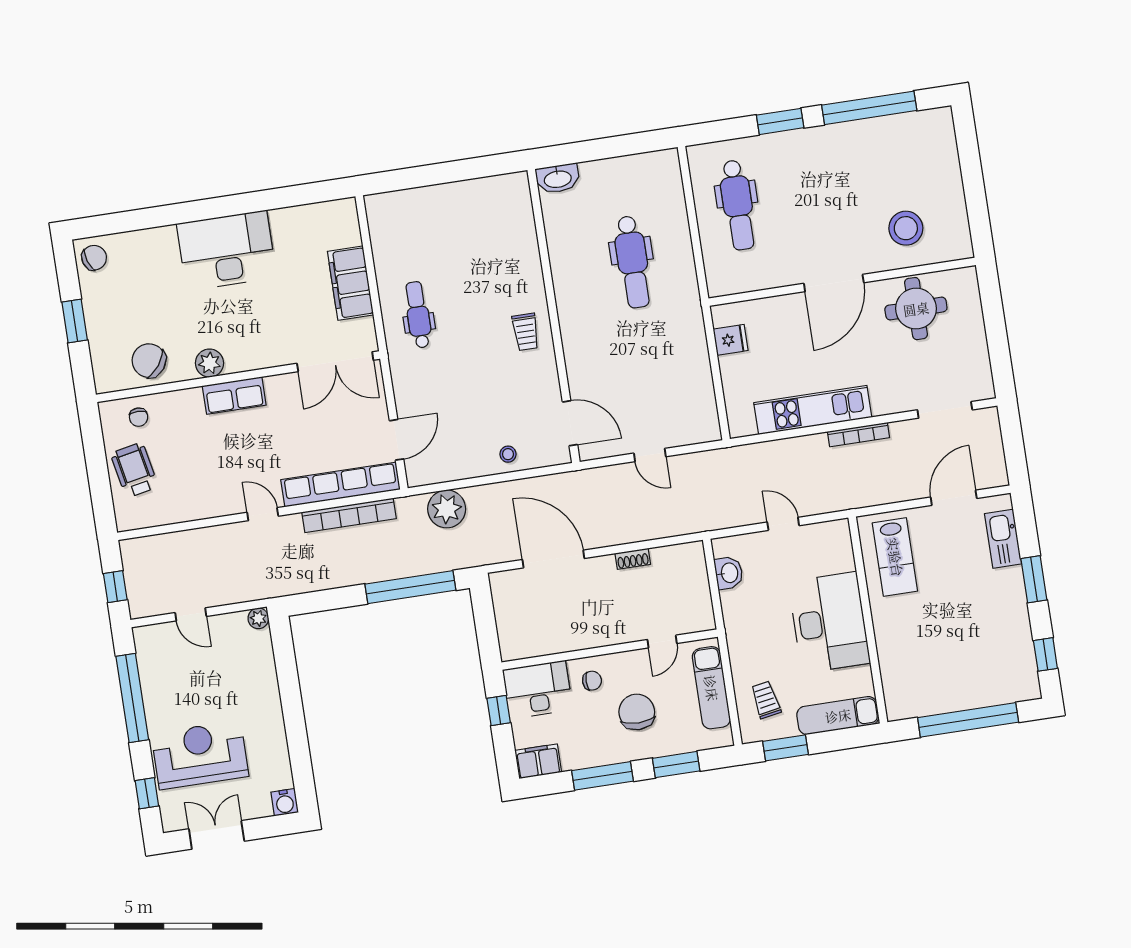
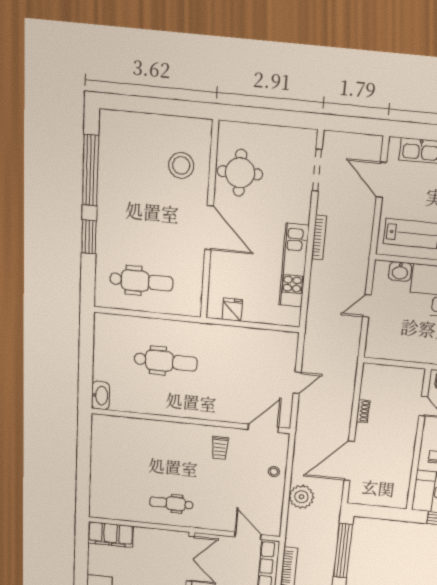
filing cabinet: (350, 283) -> (111, 535), moved
trolley: (526, 332) -> (220, 448), moved, turned 90
plant: (447, 509) -> (301, 497), moved
washbasin: (729, 573) -> (400, 272), moved, turned 180

